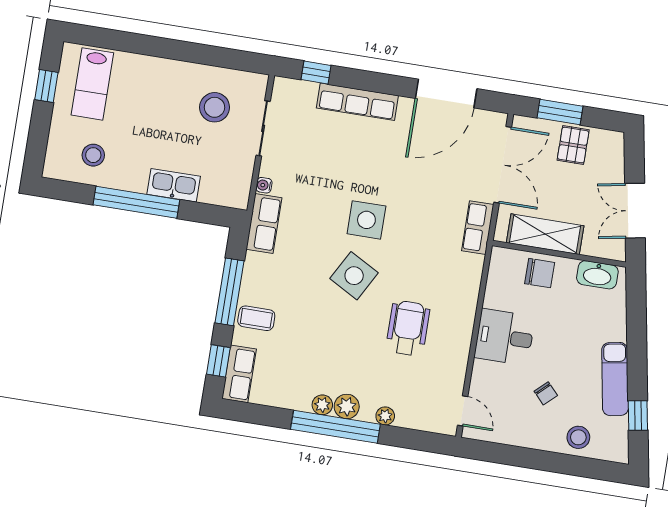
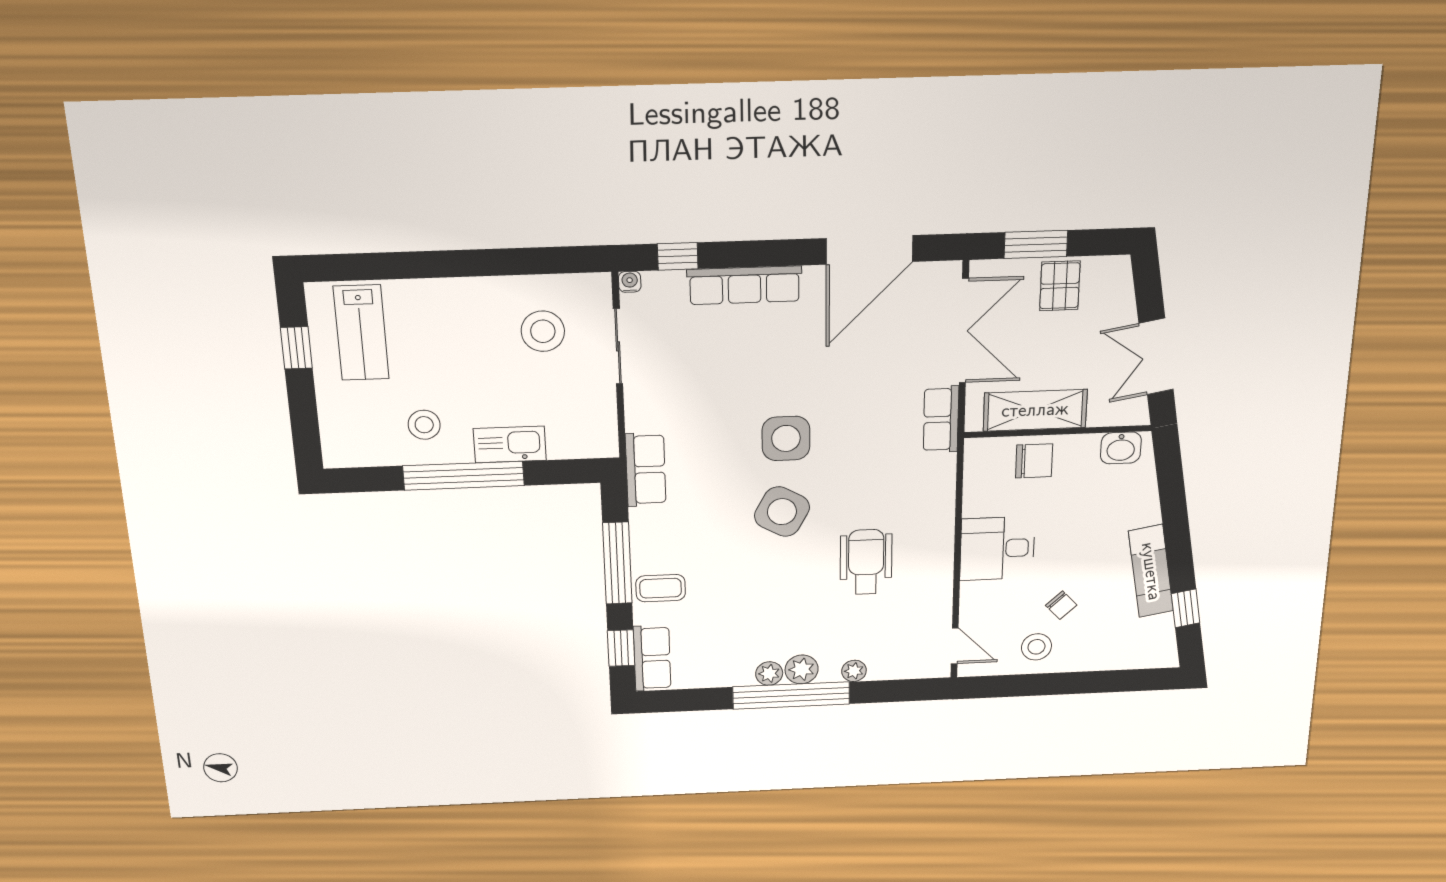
stool: (93, 155) -> (424, 425), moved
water cooler: (264, 185) -> (630, 282), moved, turned 90
washbasin: (597, 275) -> (1121, 448), width x0.72
stool: (578, 437) -> (1036, 647), moved

